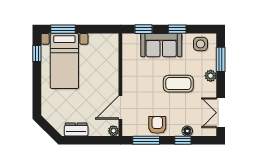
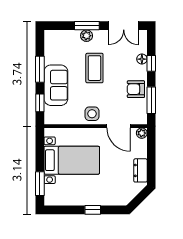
window: (177, 29) -> (40, 69), width x1.50
side table: (200, 44) -> (92, 114), moved
window: (37, 54) -> (93, 210), moved
window: (221, 59) -> (87, 26), moved
bed with nightstands: (64, 61) -> (72, 160), moved

